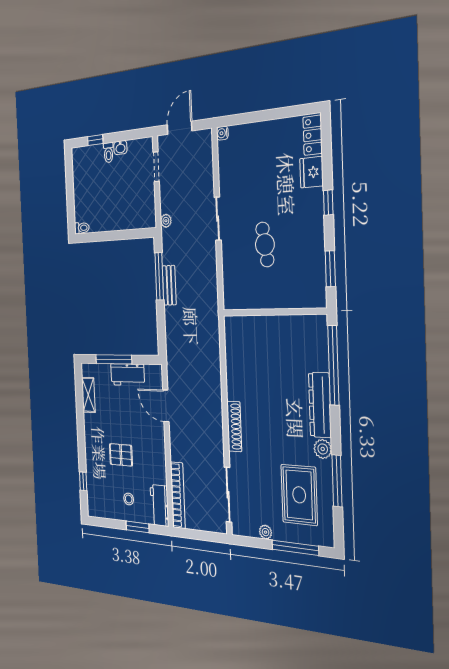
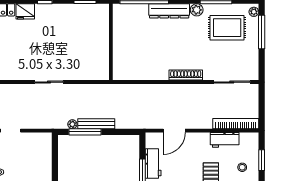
plant: (166, 221) -> (72, 124), moved
cafe table: (265, 245) -> (68, 47), removed
bench: (169, 285) -> (96, 124), width x1.36
workbench: (159, 505) -> (225, 140), moved
plant: (266, 532) -> (254, 12), moved

